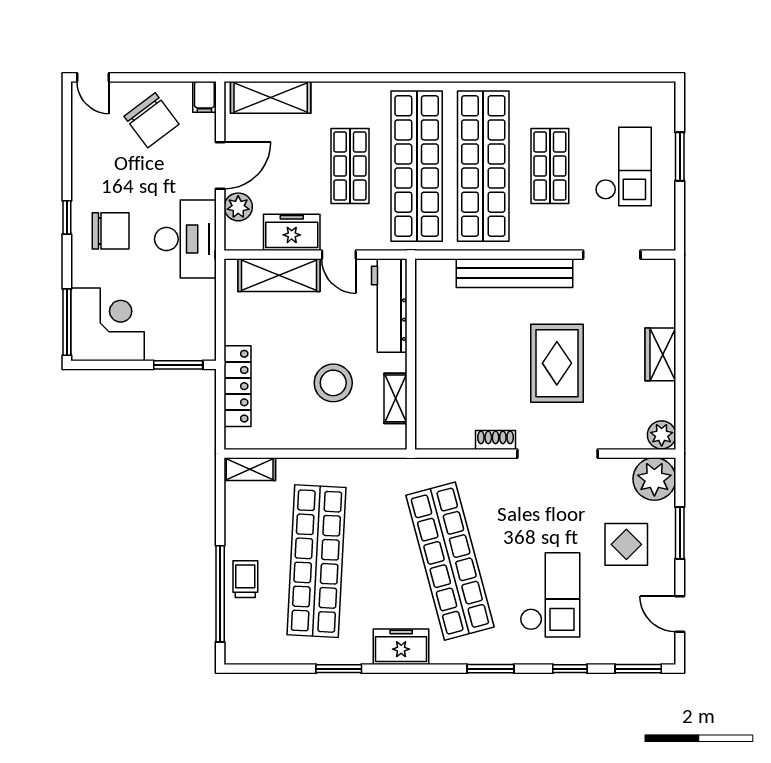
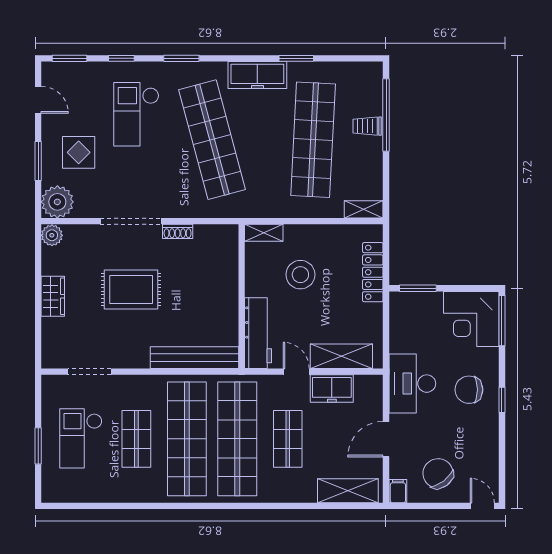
plant: (238, 207) -> (372, 408), removed
bench: (514, 273) -> (194, 358), moved
rug: (557, 363) -> (131, 290), turned 90
shelving: (396, 398) -> (264, 233), moved, turned 90
trolley: (245, 579) -> (367, 126), turned 90
freezer: (401, 647) -> (257, 75), width x1.40

